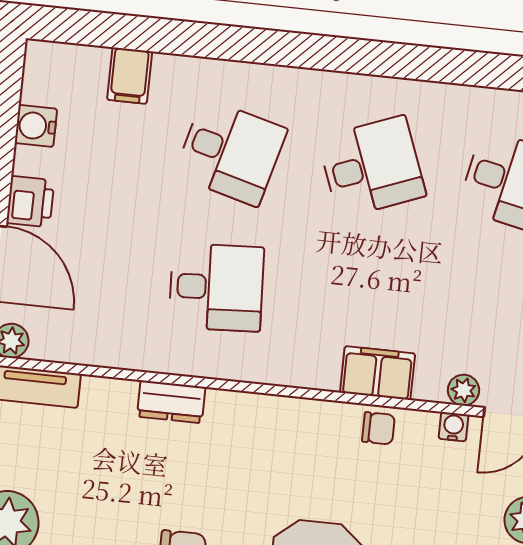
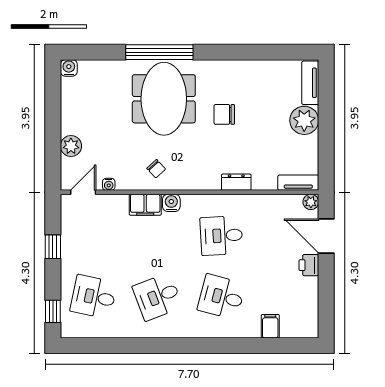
water cooler: (36, 126) -> (171, 203), moved, turned -90
plant: (463, 390) -> (106, 201), removed
chair: (378, 428) -> (156, 169), moved, turned -133

